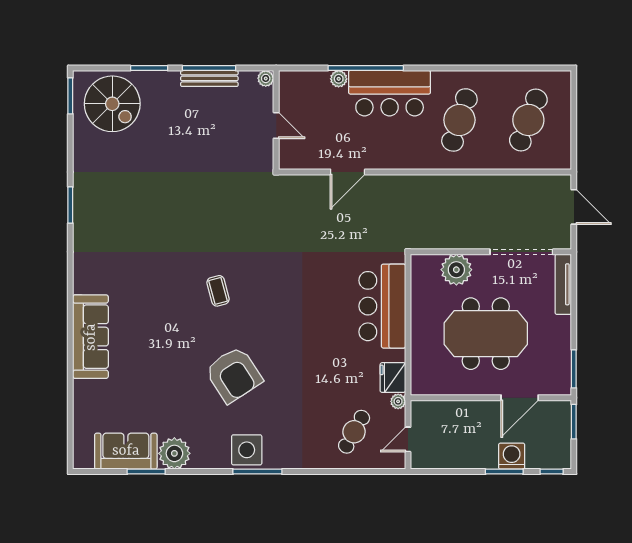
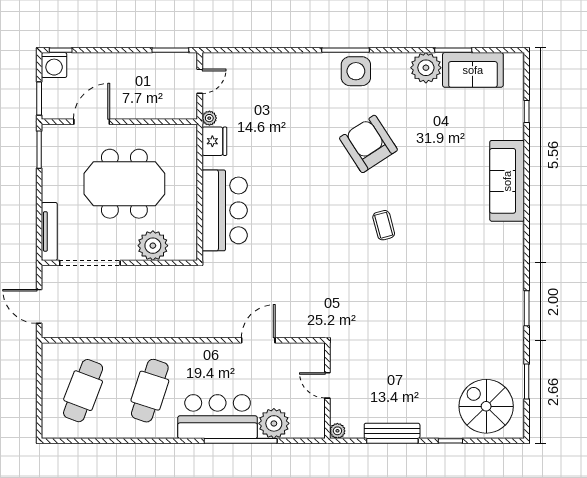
window: (149, 68) -> (450, 441), width x0.67
plant: (339, 79) -> (274, 423), width x1.87, depth x1.87
window: (70, 96) -> (527, 381), moved
window: (70, 408) -> (527, 111), added
cafe table: (354, 432) -> (252, 89), removed
washing machine: (512, 456) -> (54, 65), moved
window: (504, 472) -> (170, 50), moved

